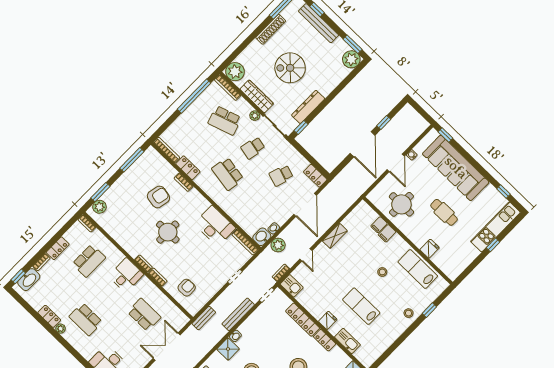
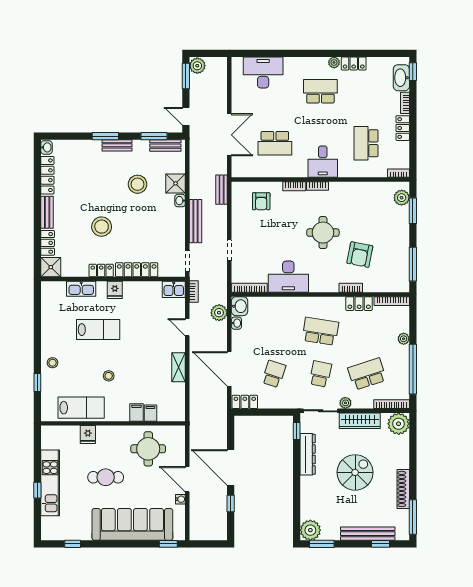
plant: (182, 120) -> (404, 339), added
kitchen unit: (495, 227) -> (50, 483), moved

